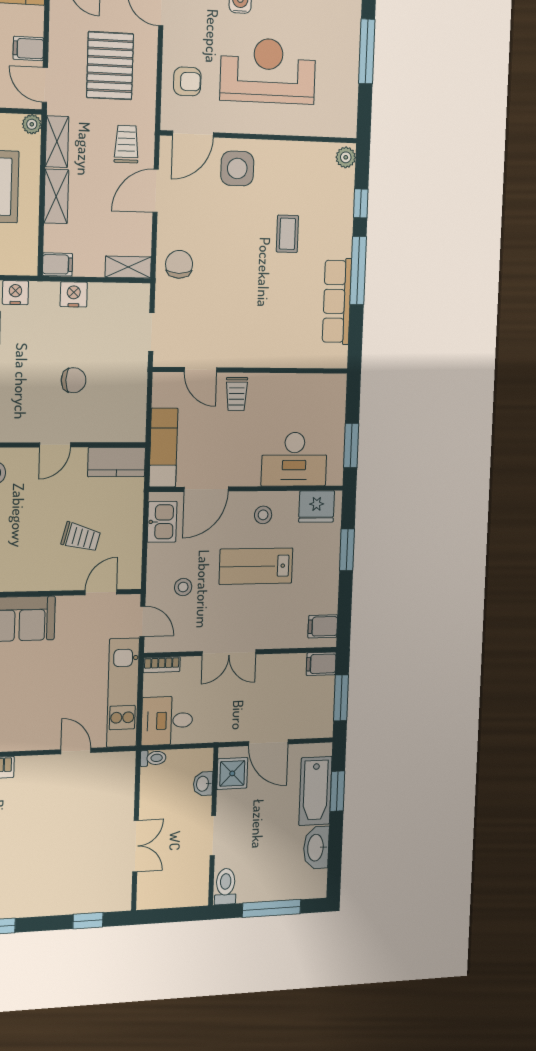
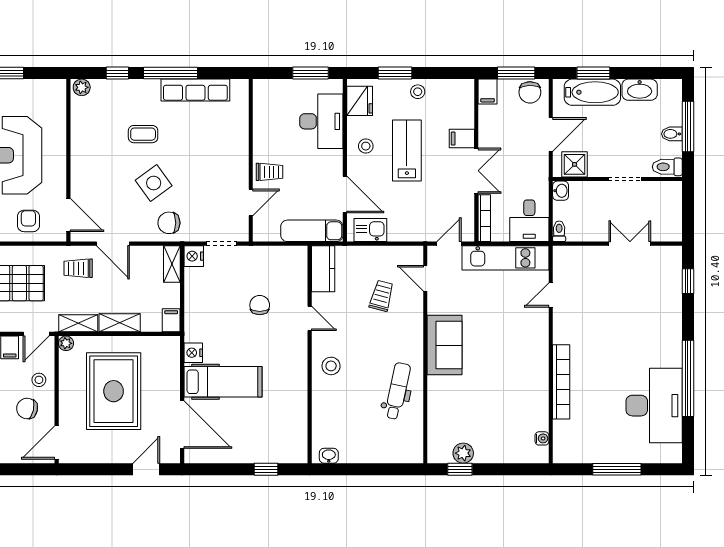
side table: (237, 168) -> (154, 183), moved, turned -36
nightstand: (74, 294) -> (194, 256), moved
lab bench: (256, 566) -> (407, 150), turned 180
stool: (183, 587) -> (418, 92), moved
filing cabinet: (323, 626) -> (462, 139), moved, turned 90
bookcase: (162, 665) -> (484, 218), width x1.56
chair: (318, 715) -> (530, 92), added
washbasin: (203, 784) -> (561, 191), moved, turned -90
bidet: (264, 890) -> (672, 134), added

